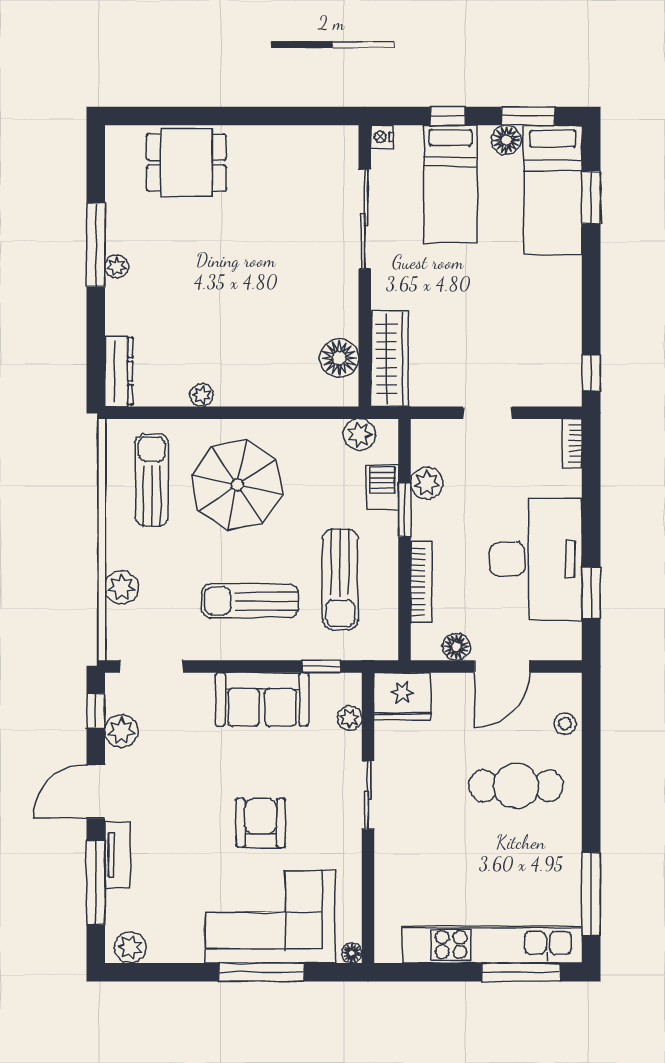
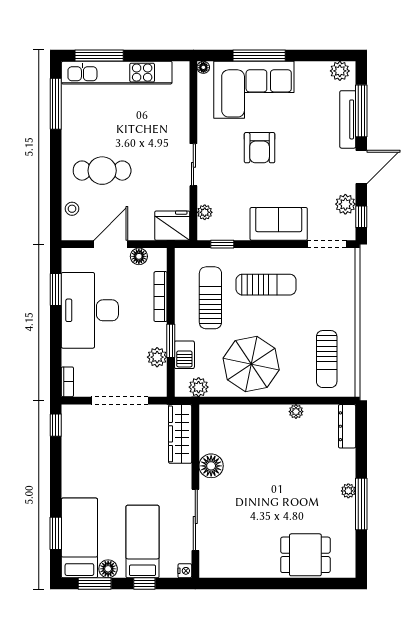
floor lamp: (339, 358) -> (211, 466), moved
doorway: (487, 413) -> (120, 401), width x1.87
parasol: (237, 485) -> (251, 364), moved
plant: (122, 587) -> (345, 293), removed
sofa: (262, 699) -> (279, 224), moved
tv unit: (118, 855) -> (348, 119), width x1.41

